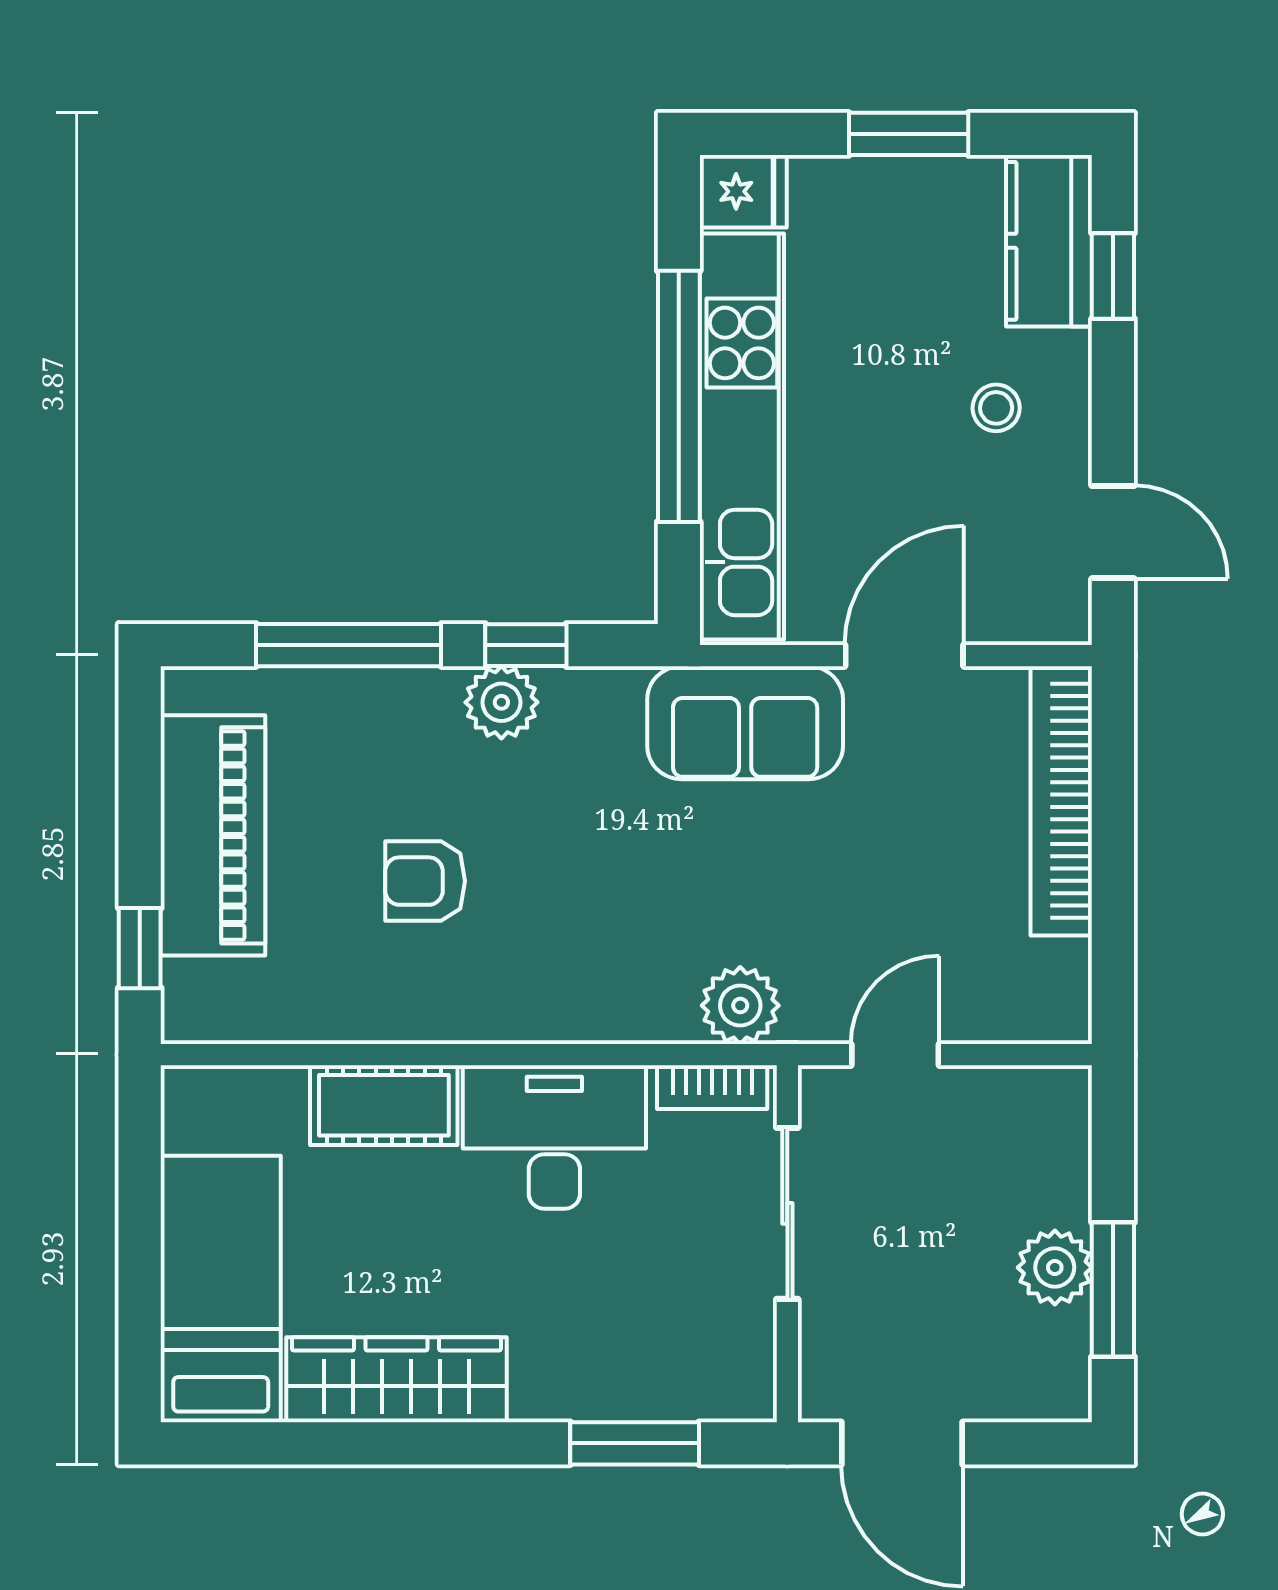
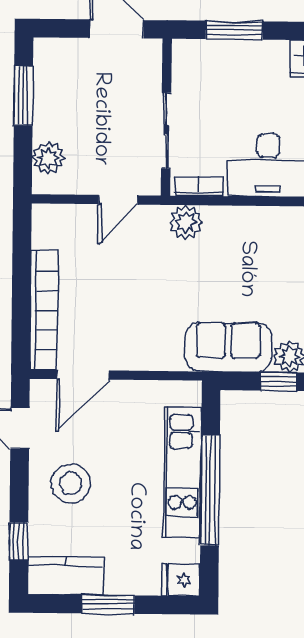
kitchen counter: (1049, 241) -> (65, 576), moved, turned -90
stool: (996, 408) -> (71, 484), width x1.89, depth x1.89
kitchen unit: (742, 436) -> (183, 472), width x0.73
door: (904, 656) -> (83, 375), moved
sofa: (745, 723) -> (228, 347), moved
plant: (1055, 1267) -> (48, 158), moved

